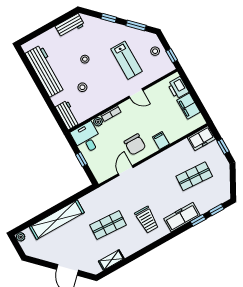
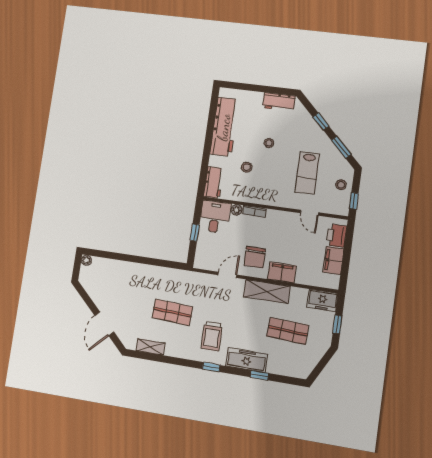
door: (136, 93) -> (309, 213), moved
filing cabinet: (161, 141) -> (282, 272), width x2.00
window: (216, 210) -> (211, 367), moved
shelving: (57, 220) -> (267, 291), moved, width x0.68

